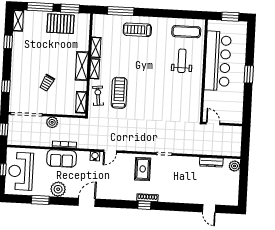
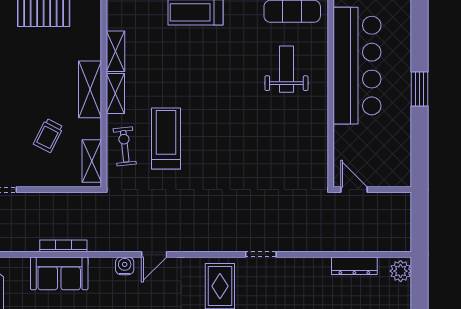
trolley: (47, 83) -> (48, 135), moved
plant: (52, 122) -> (37, 203), removed

